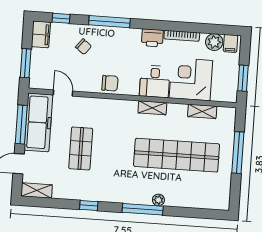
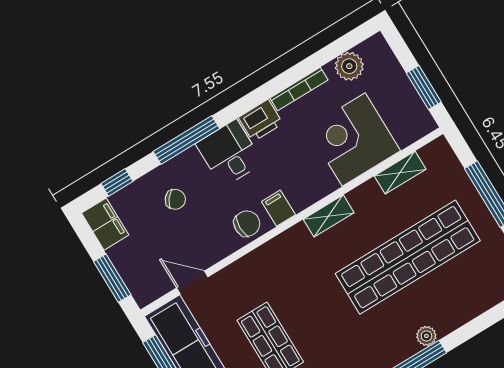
filing cabinet: (230, 43) -> (278, 208), moved, turned 180
desk: (155, 81) -> (229, 153), moved, turned 180

